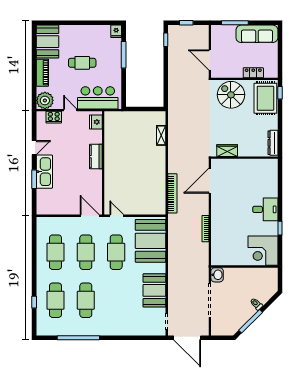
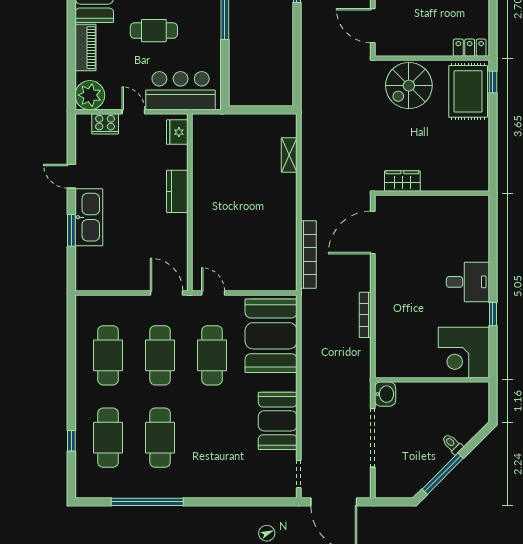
locker: (253, 73) -> (470, 48), moved
spiral stairs: (231, 95) -> (409, 86), turned -90
dresser: (273, 143) -> (481, 168), removed
door: (34, 148) -> (71, 176), swing flipped

